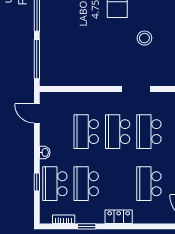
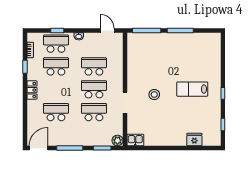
stool: (144, 38) -> (154, 95), moved
door: (37, 113) -> (107, 31), hinge flipped

